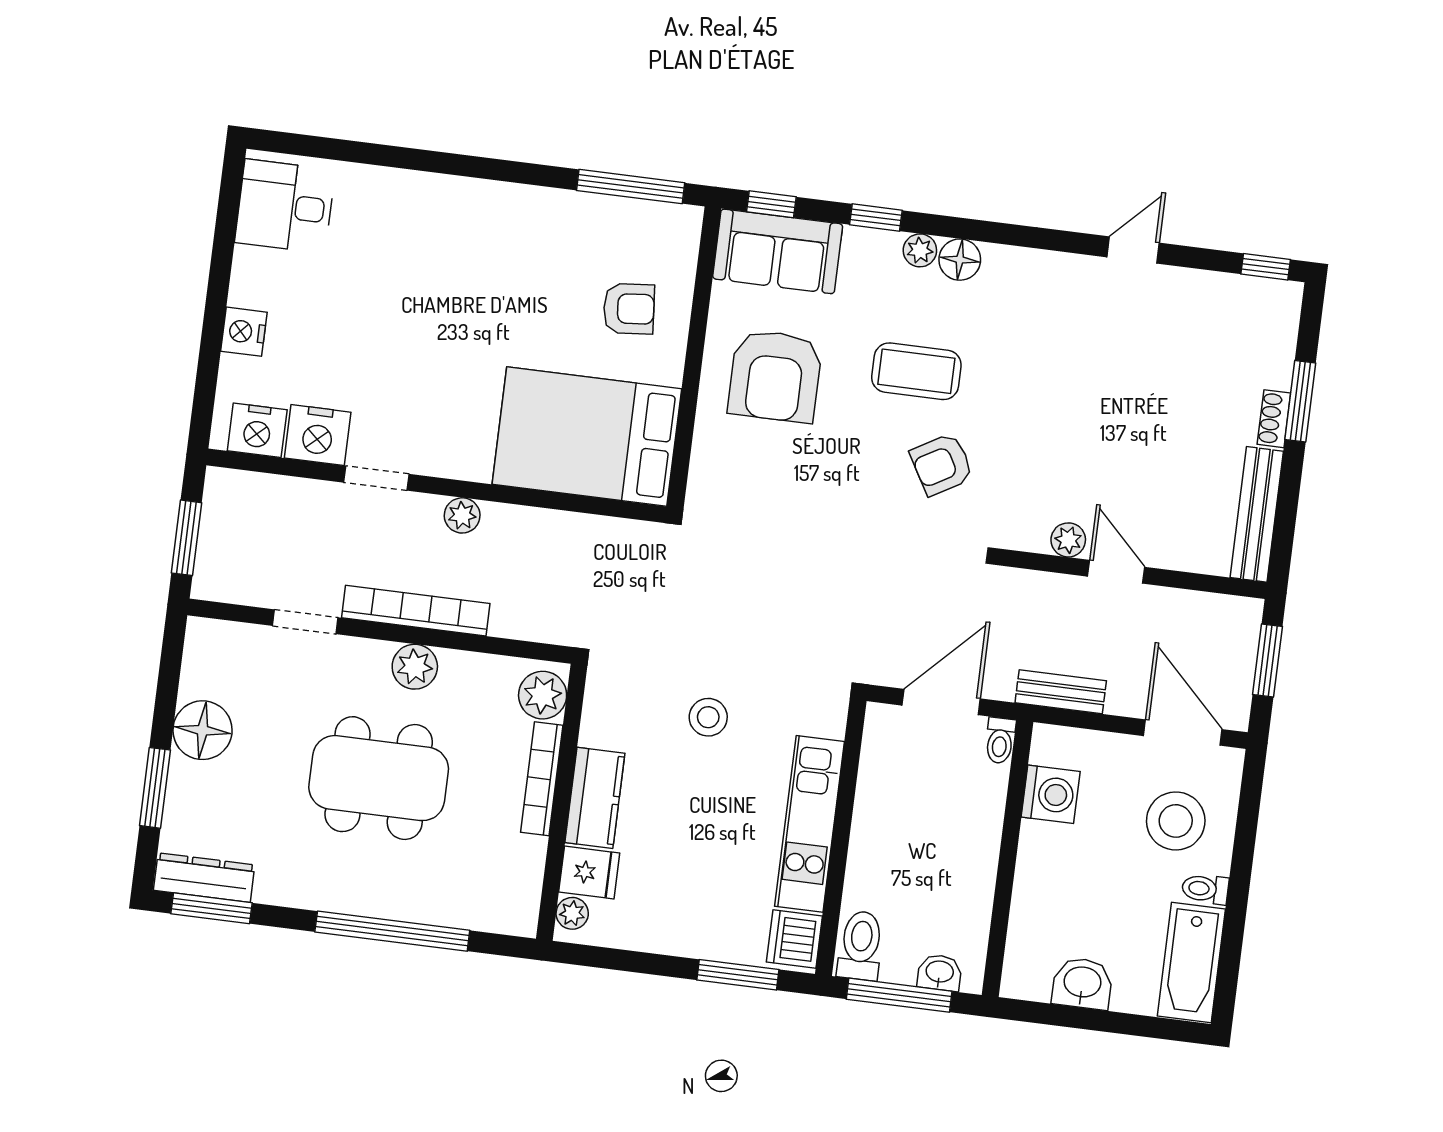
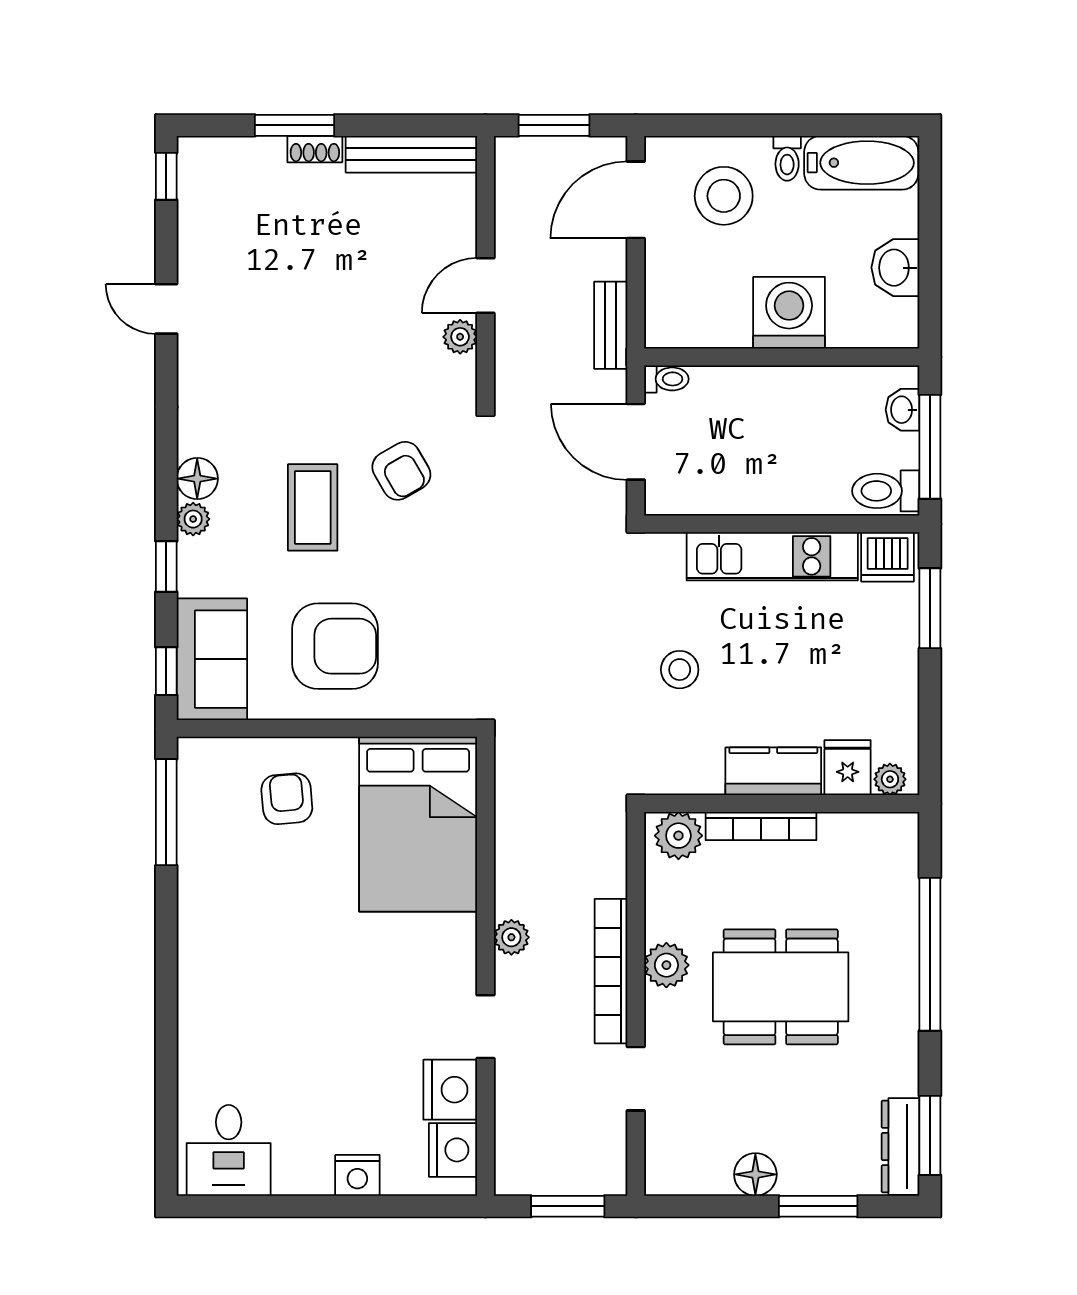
floor lamp: (203, 730) -> (755, 1174), width x0.73, depth x0.73
dining table: (379, 778) -> (781, 987), turned 90
washing machine: (1051, 794) -> (789, 313), moved, width x1.37, depth x1.37

